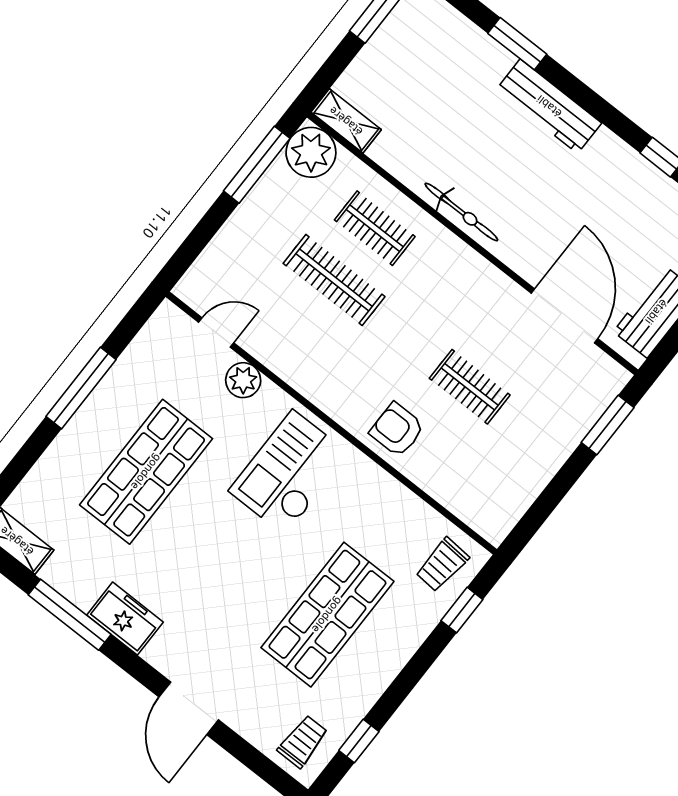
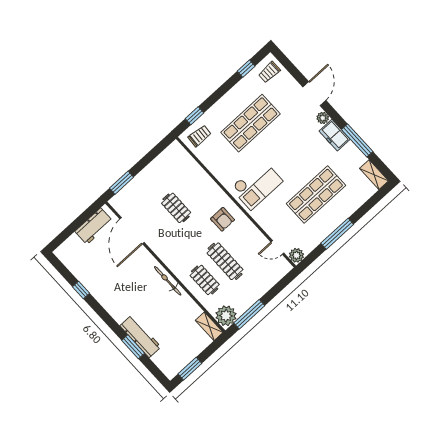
workbench: (549, 106) -> (140, 336), moved
plant: (243, 380) -> (296, 255), moved
armchair: (397, 430) -> (223, 219), moved
plant: (160, 654) -> (323, 118), added

